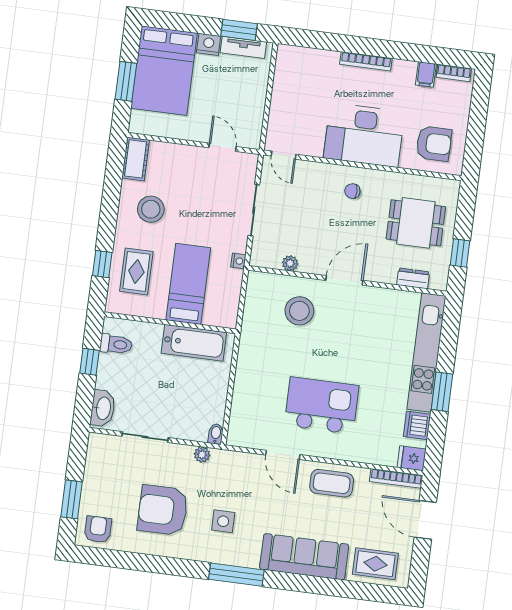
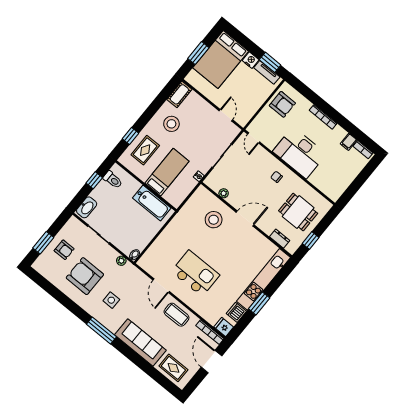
armchair: (434, 144) -> (282, 104), moved
armchair: (98, 529) -> (64, 250), moved, turned 90

